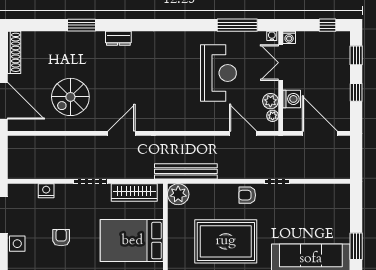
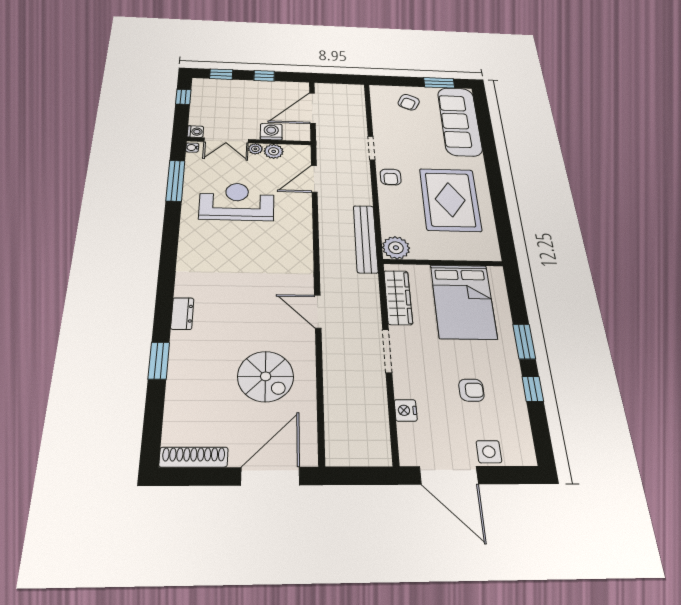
plant: (273, 116) -> (255, 149), moved
armchair: (331, 217) -> (409, 102), added
armchair: (61, 238) -> (471, 390), turned 180

